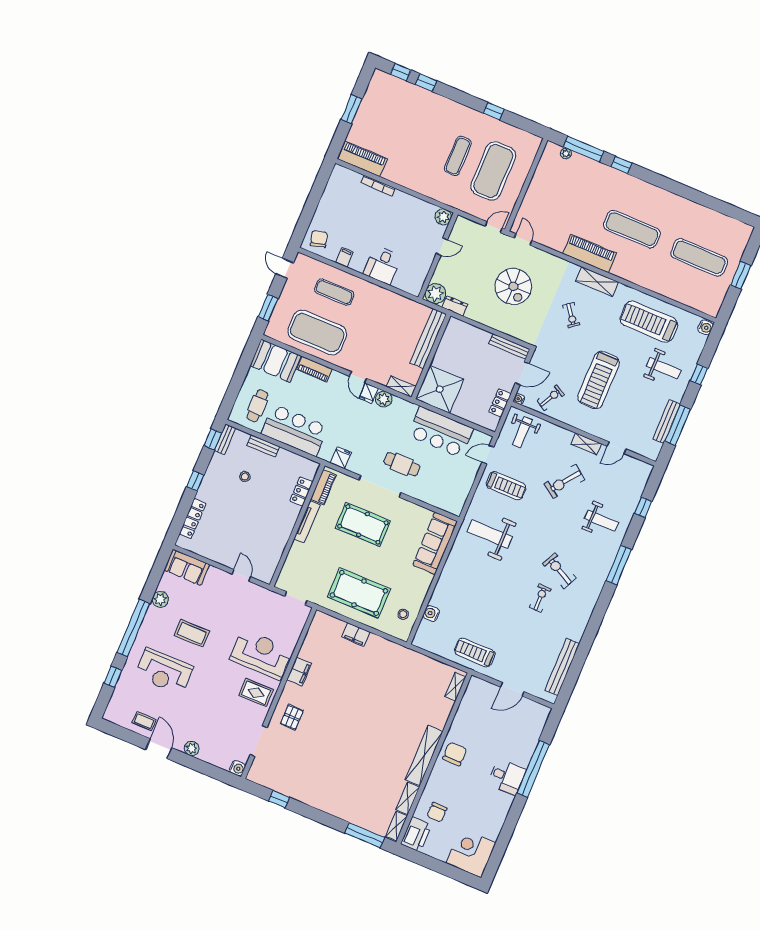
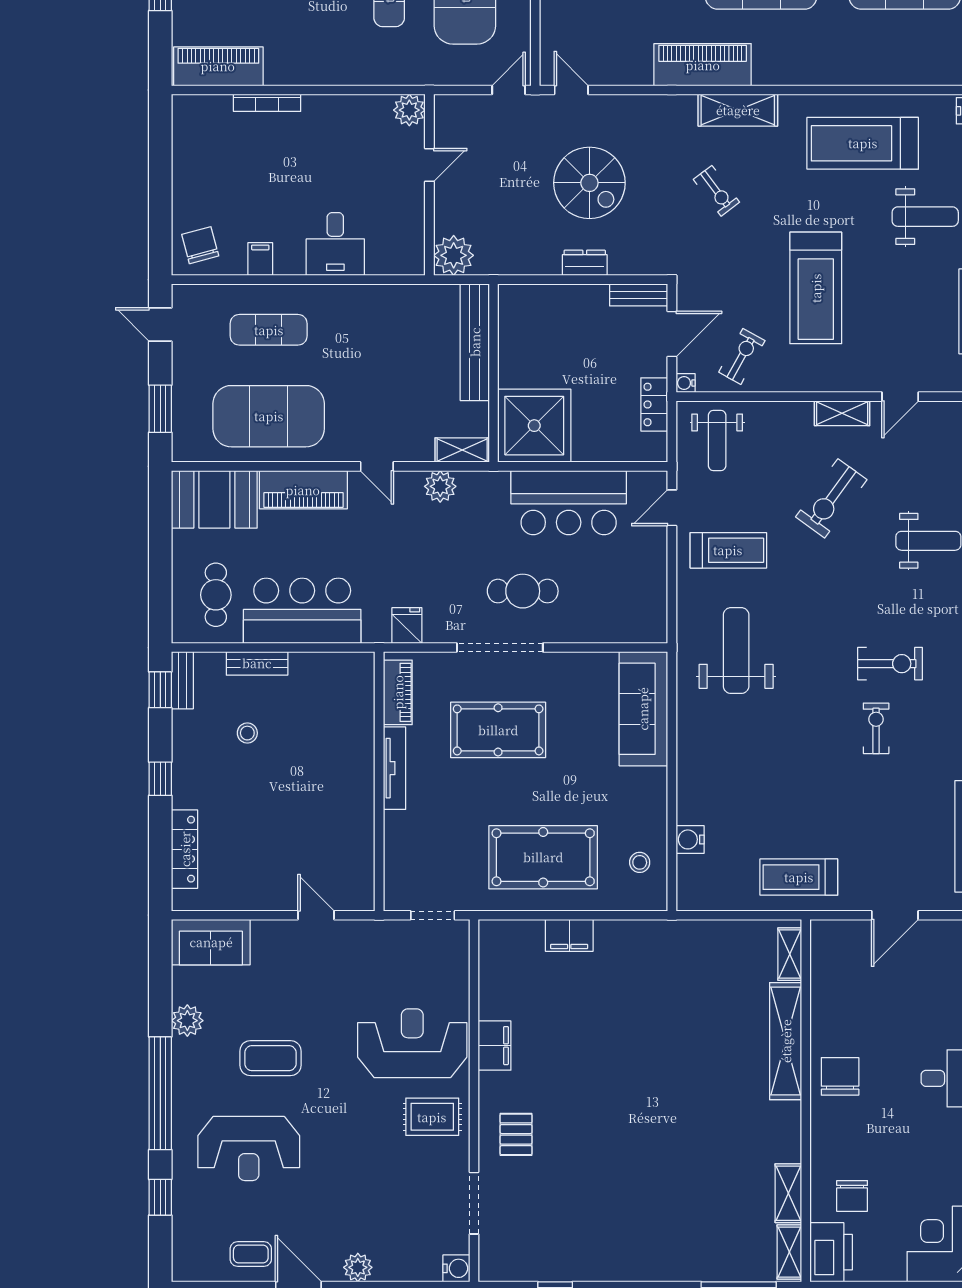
dresser: (455, 306) -> (585, 263), moved
bench: (509, 346) -> (639, 295), width x0.73
piano: (315, 369) -> (303, 490), width x1.37, depth x1.33
fridge: (369, 393) -> (408, 487), removed
locker: (301, 491) -> (361, 717), removed
weight bench: (490, 534) -> (736, 651), turned 90
exercise bike: (559, 571) -> (890, 664), turned 153
shelving: (424, 756) -> (786, 1041), moved

